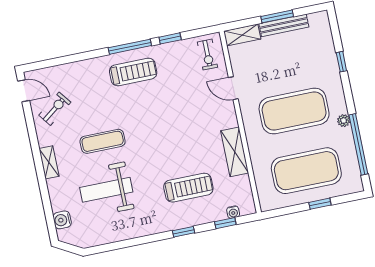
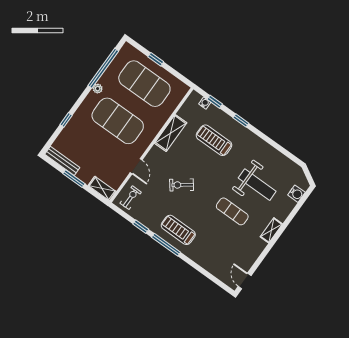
bench: (284, 25) -> (62, 161), moved
exercise bike: (55, 109) -> (182, 185), moved

